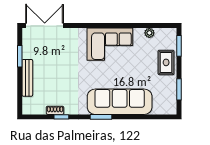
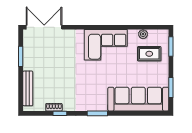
rug: (166, 62) -> (149, 54), moved, turned 90
bench: (27, 78) -> (28, 88), moved
sofa: (120, 102) -> (138, 99), moved

